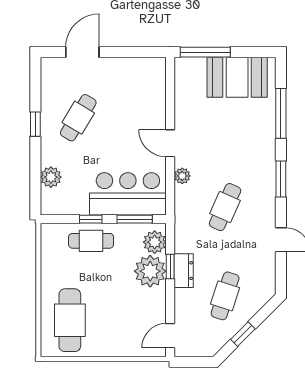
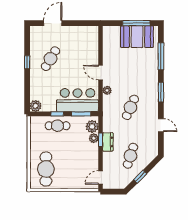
window: (205, 52) -> (136, 23), moved
plant: (51, 177) -> (36, 106), moved
plant: (150, 271) -> (94, 138), width x0.53, depth x0.53

